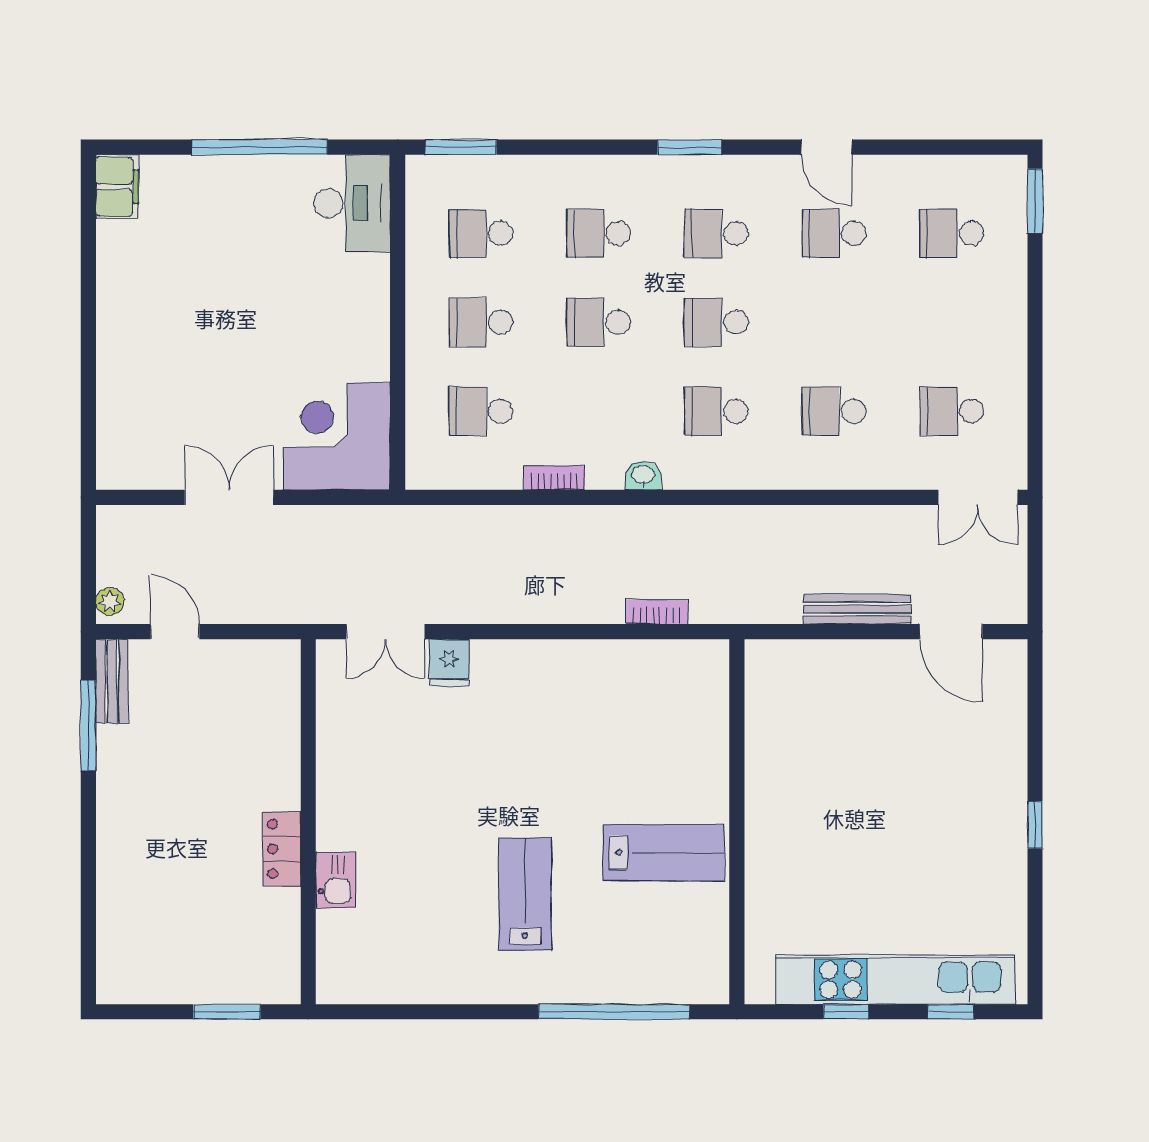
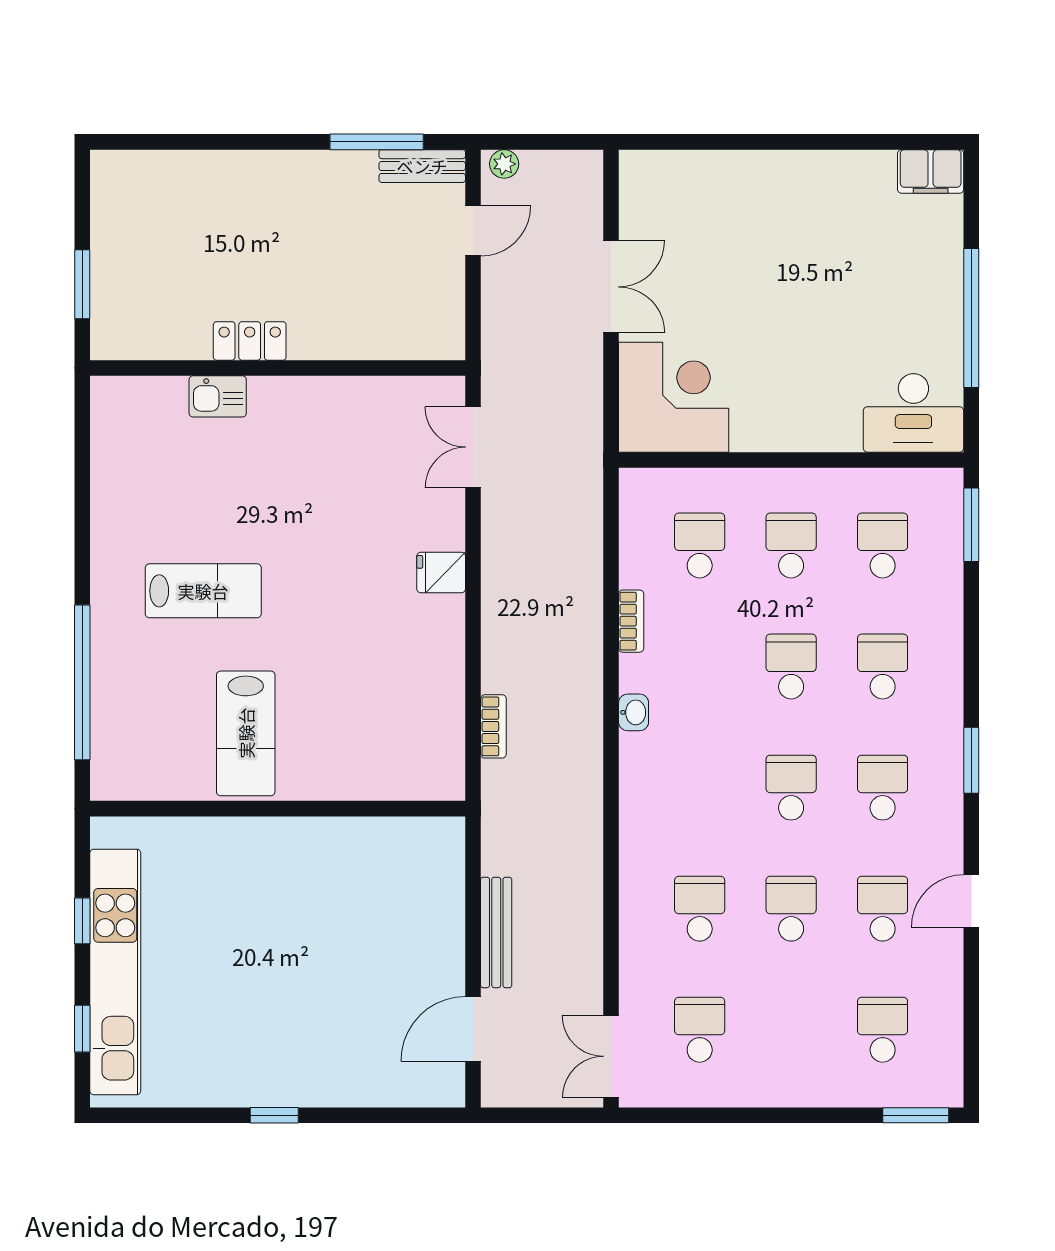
school desk: (716, 411) -> (791, 909), moved
fridge: (449, 663) -> (441, 572), moved

